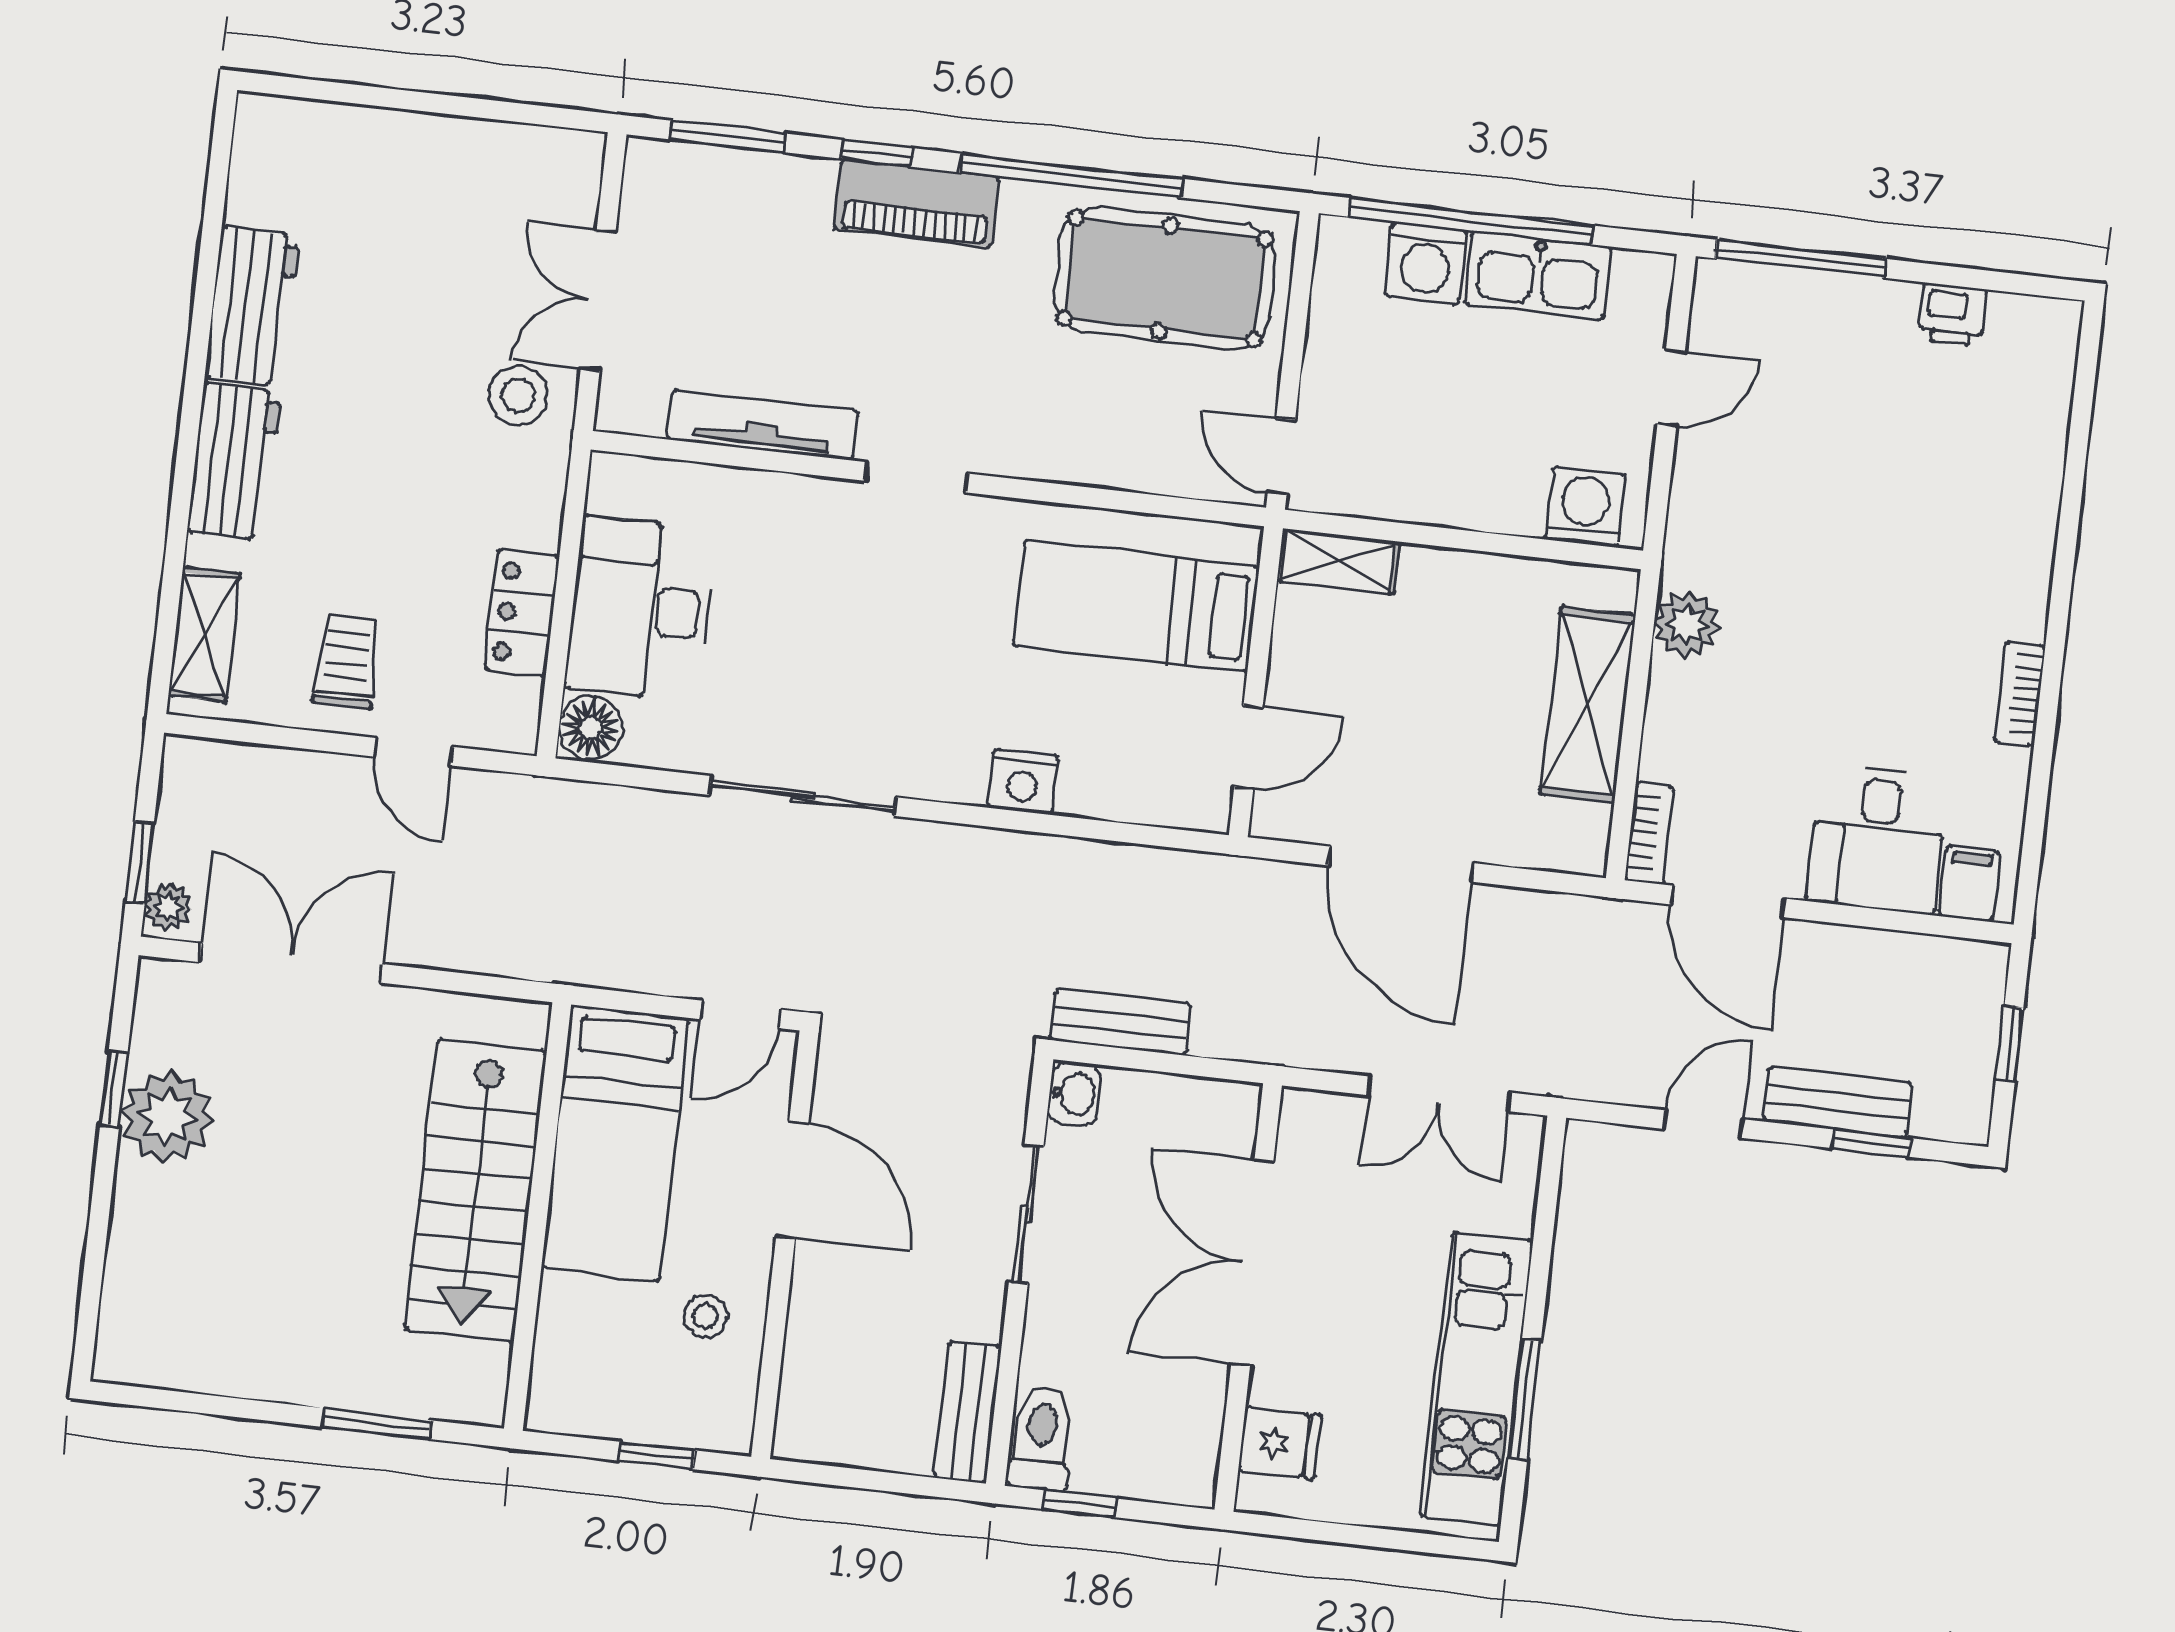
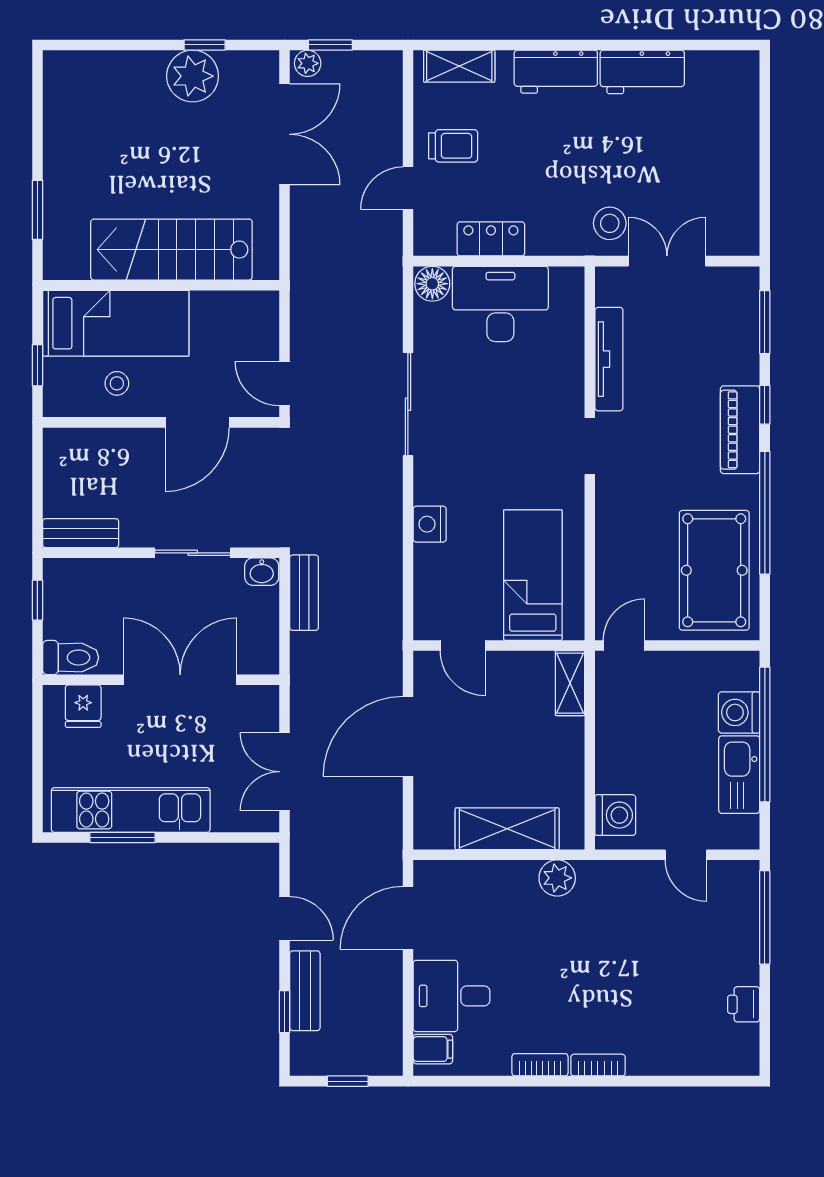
bookcase: (1650, 834) -> (598, 1065), moved, turned 180
bed: (615, 1143) -> (116, 323), moved, turned 180
toilet: (1041, 1439) -> (71, 658), moved

